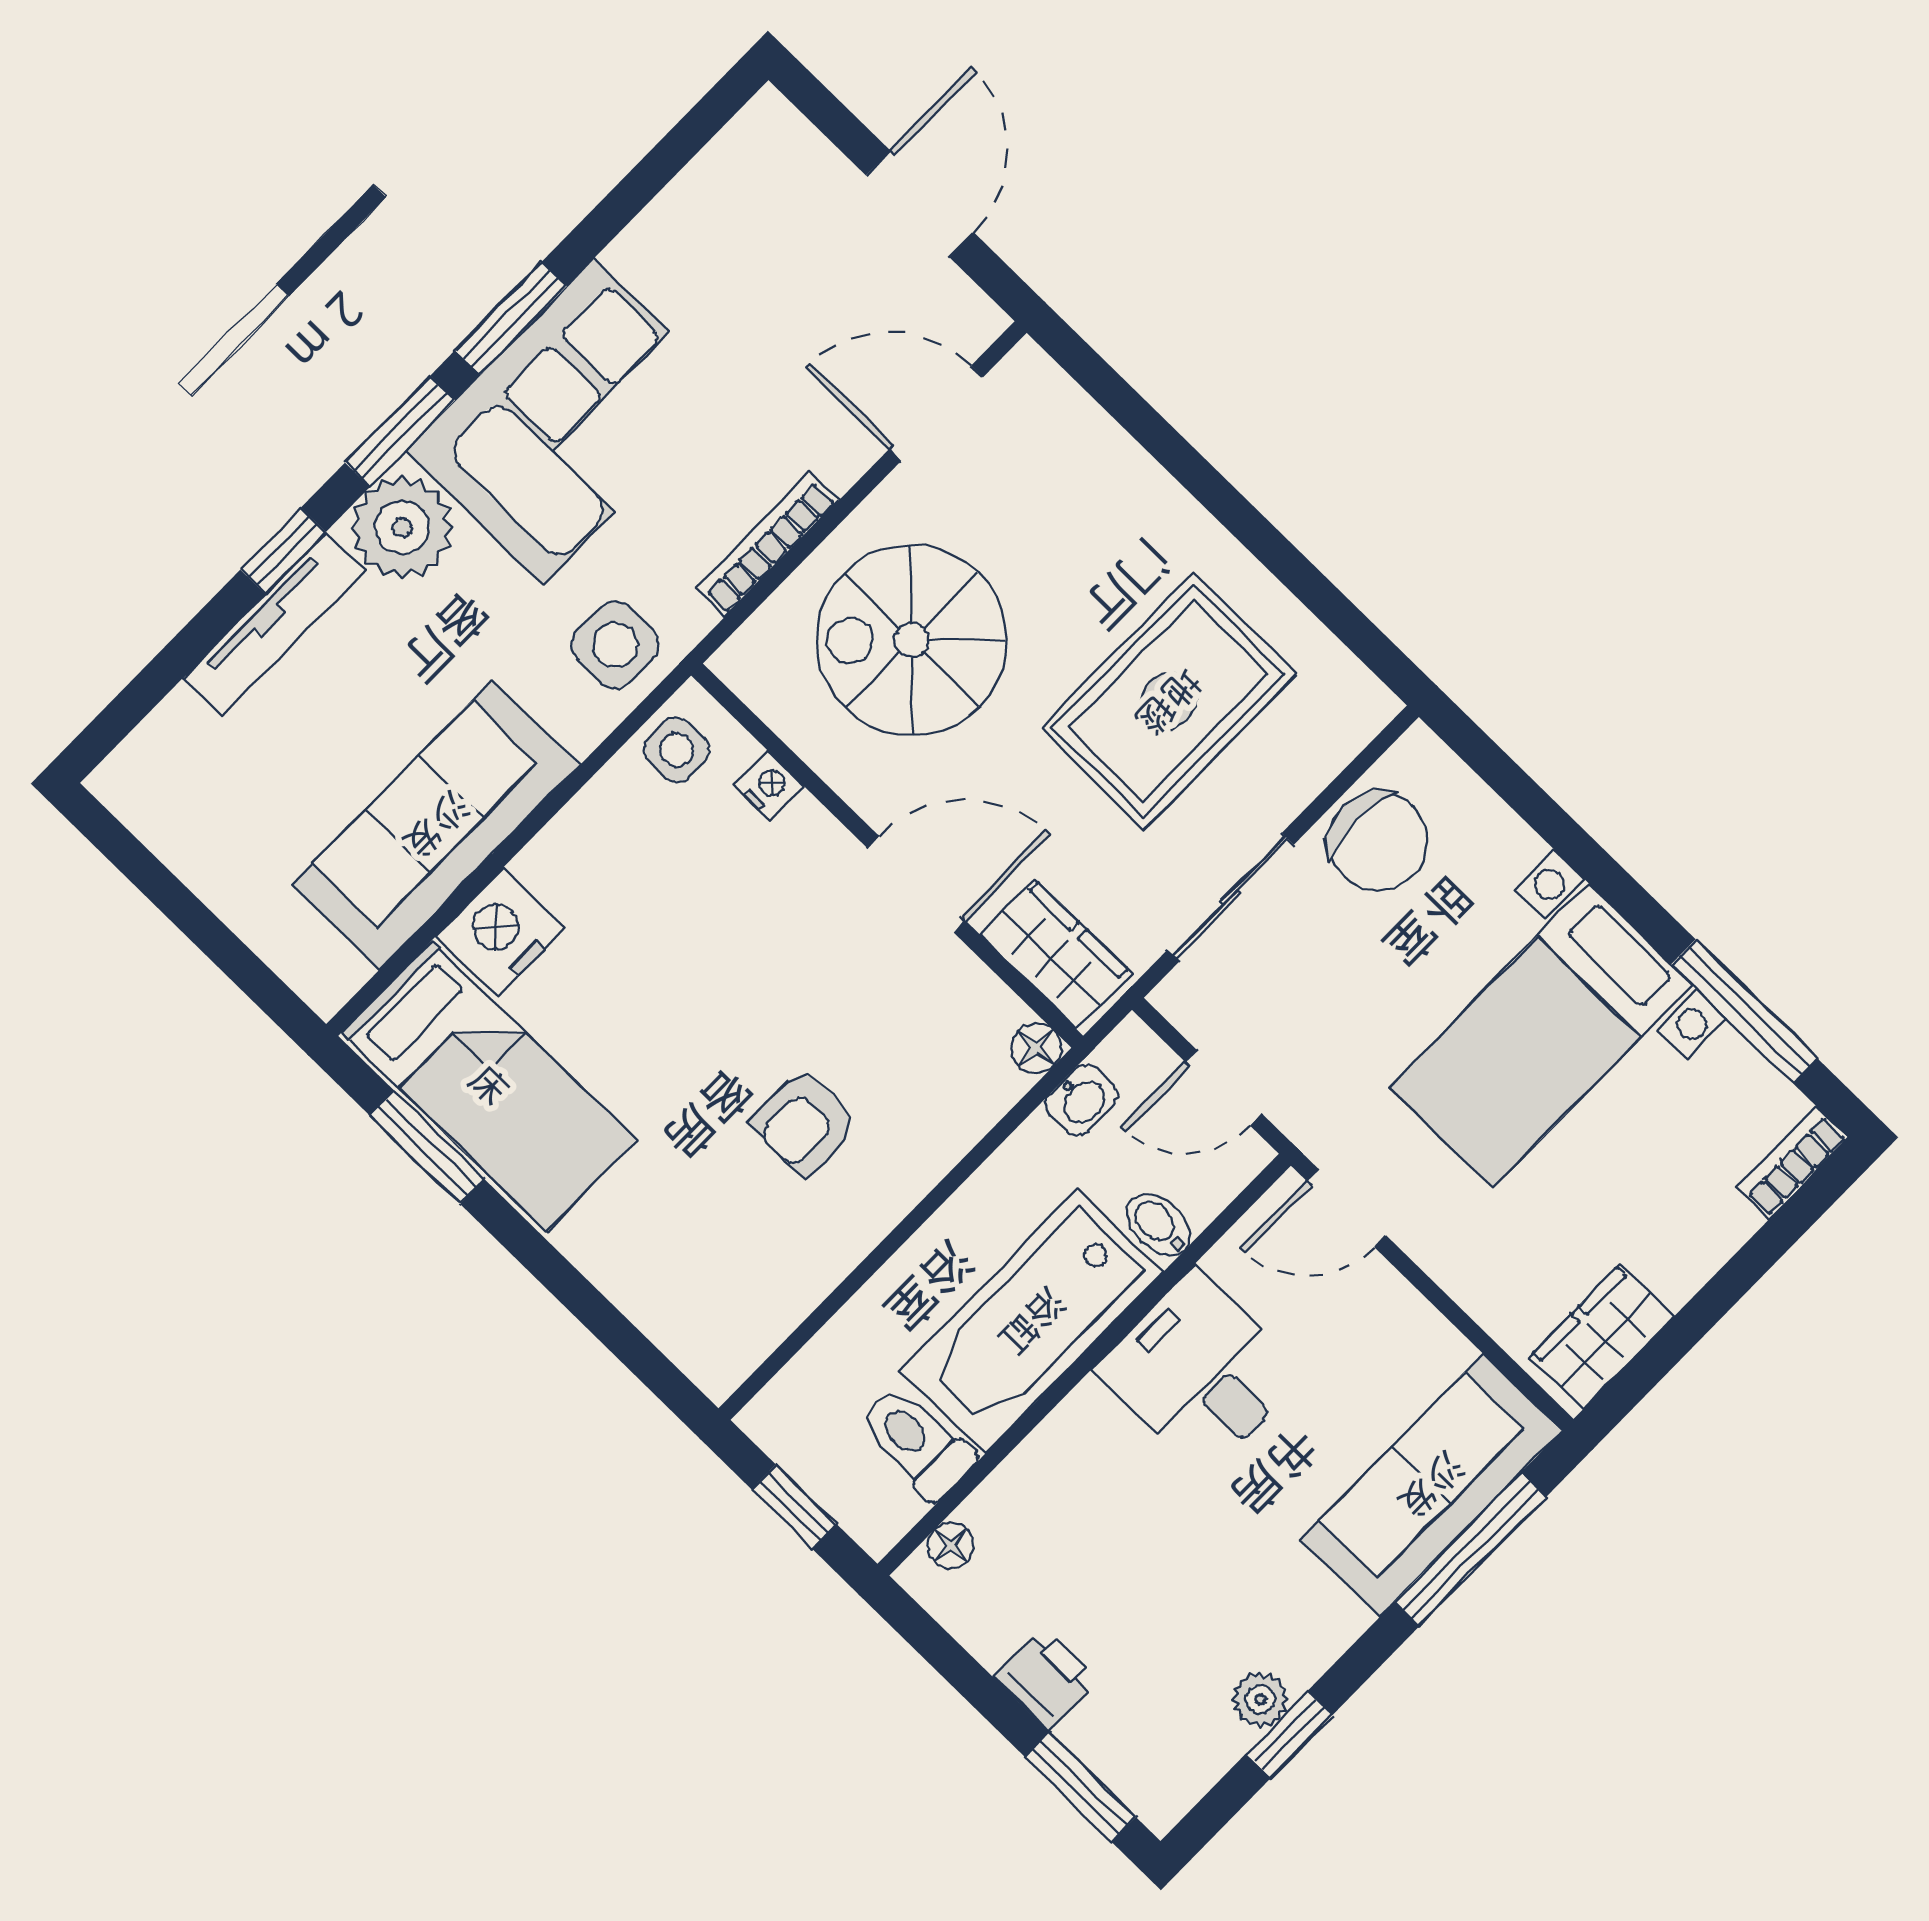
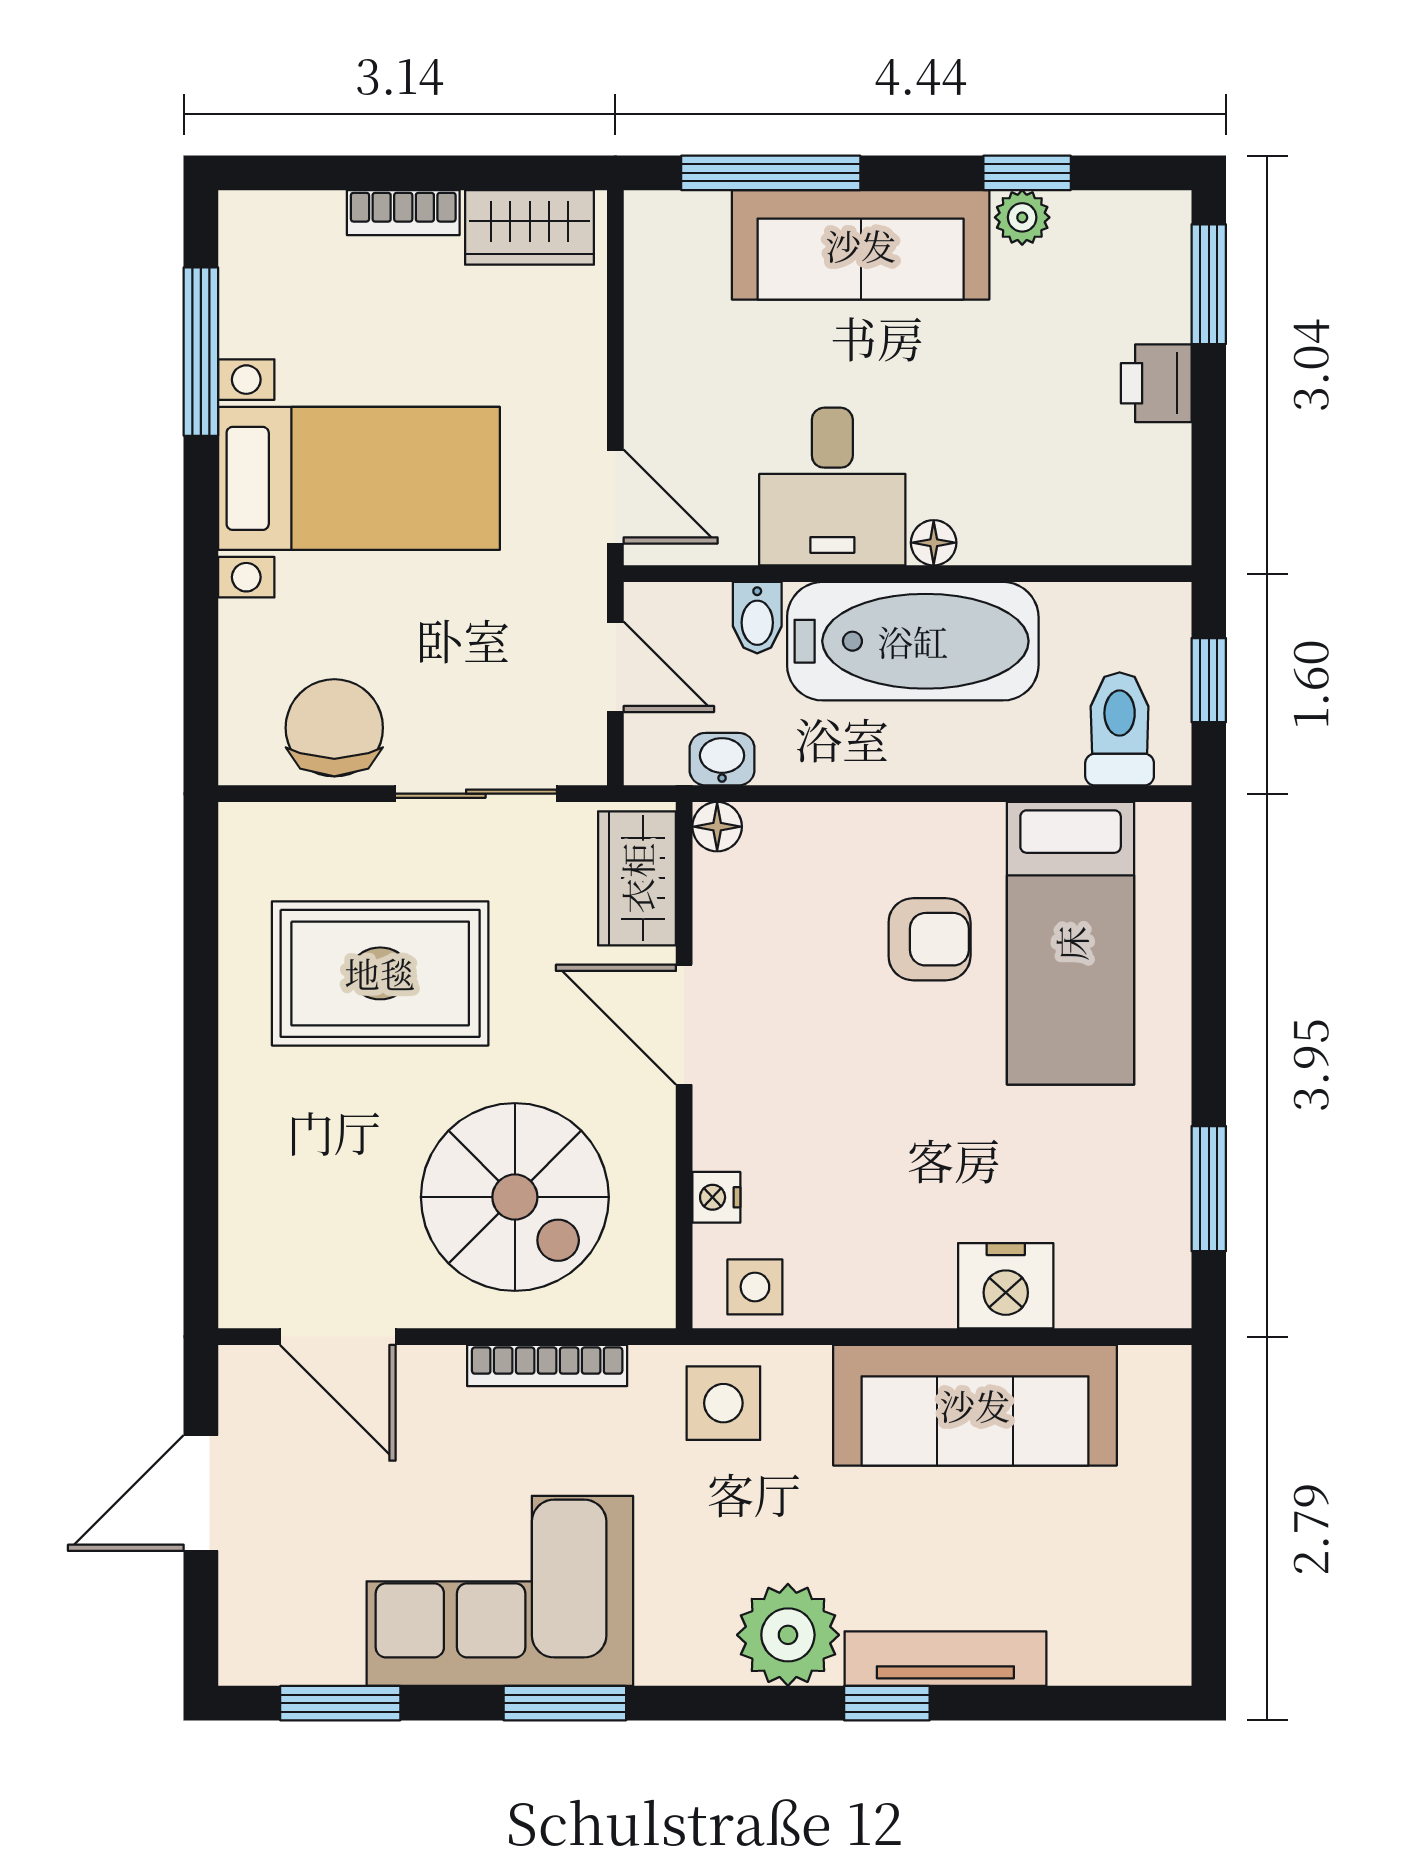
corner sofa: (568, 422) -> (500, 1591), moved
window: (400, 431) -> (340, 1703), moved
bed: (489, 1086) -> (1071, 943), moved, turned 180
bookcase: (1793, 1163) -> (403, 213), moved
toilet: (916, 1442) -> (1120, 729), moved, turned 180
sofa: (1431, 1485) -> (861, 245), moved
floor lamp: (951, 1545) -> (934, 543), moved

